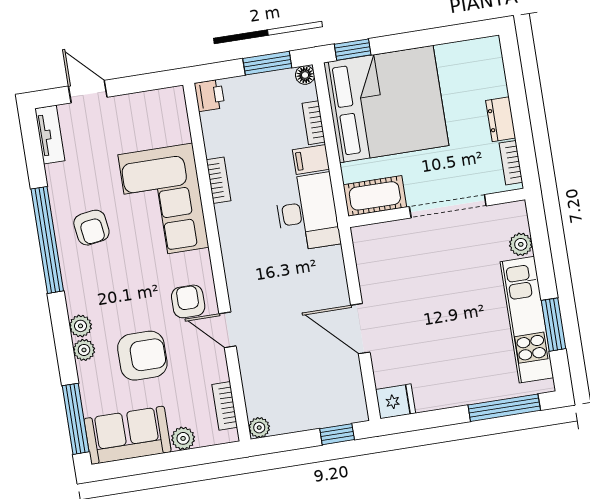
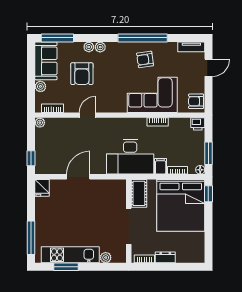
desk: (307, 212) -> (130, 157), width x1.36, depth x1.30
armchair: (188, 301) -> (196, 101), moved, turned 180

